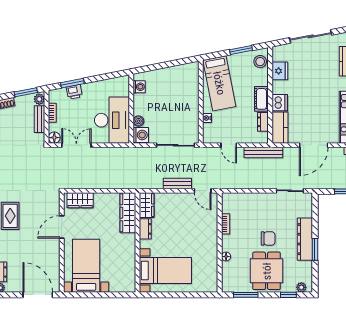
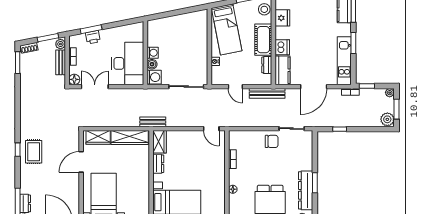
washing machine: (139, 87) -> (153, 53), moved
cot: (261, 99) -> (263, 40), width x1.37, depth x1.34
bench: (177, 184) -> (153, 122), moved
wardrobe: (128, 213) -> (130, 137), moved, turned -90
chair: (268, 238) -> (272, 141), moved
dresser: (305, 239) -> (306, 190), moved

